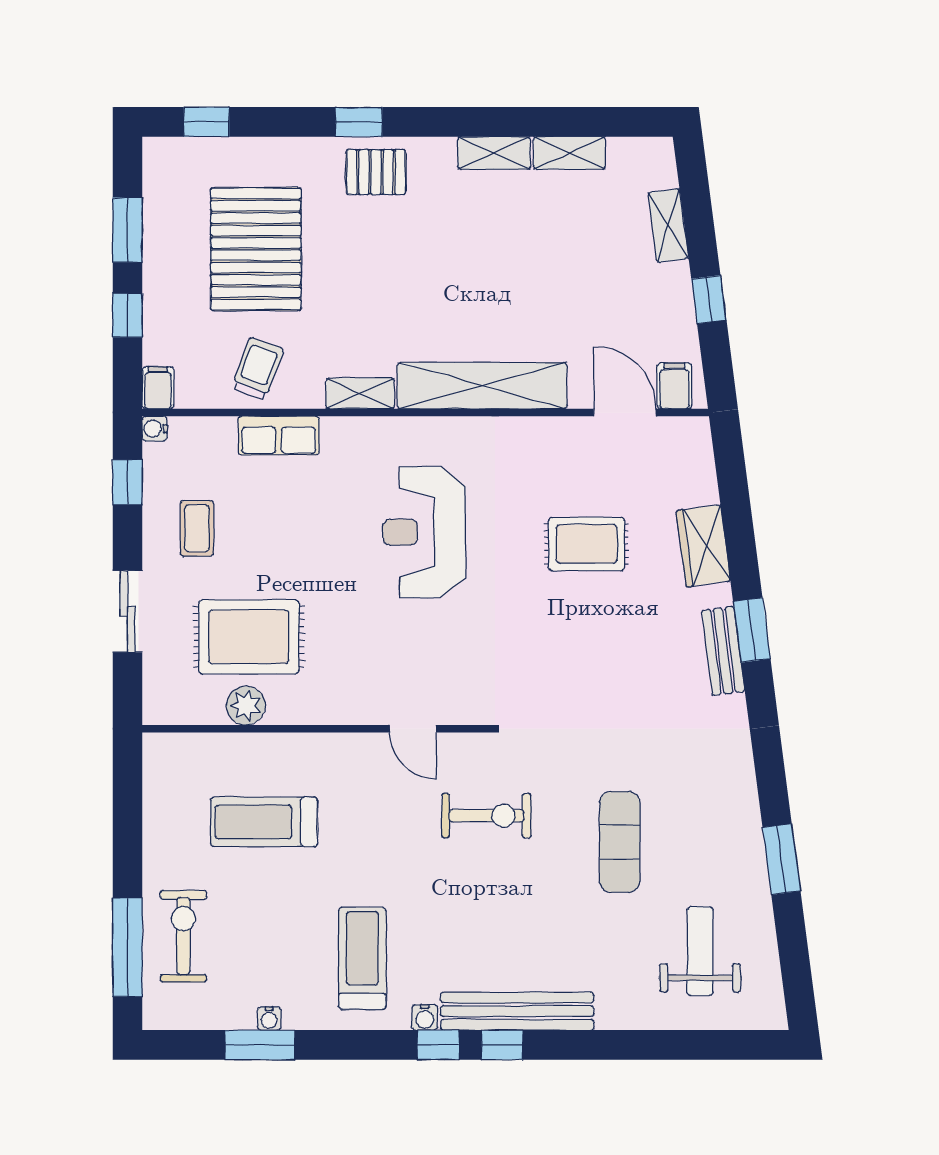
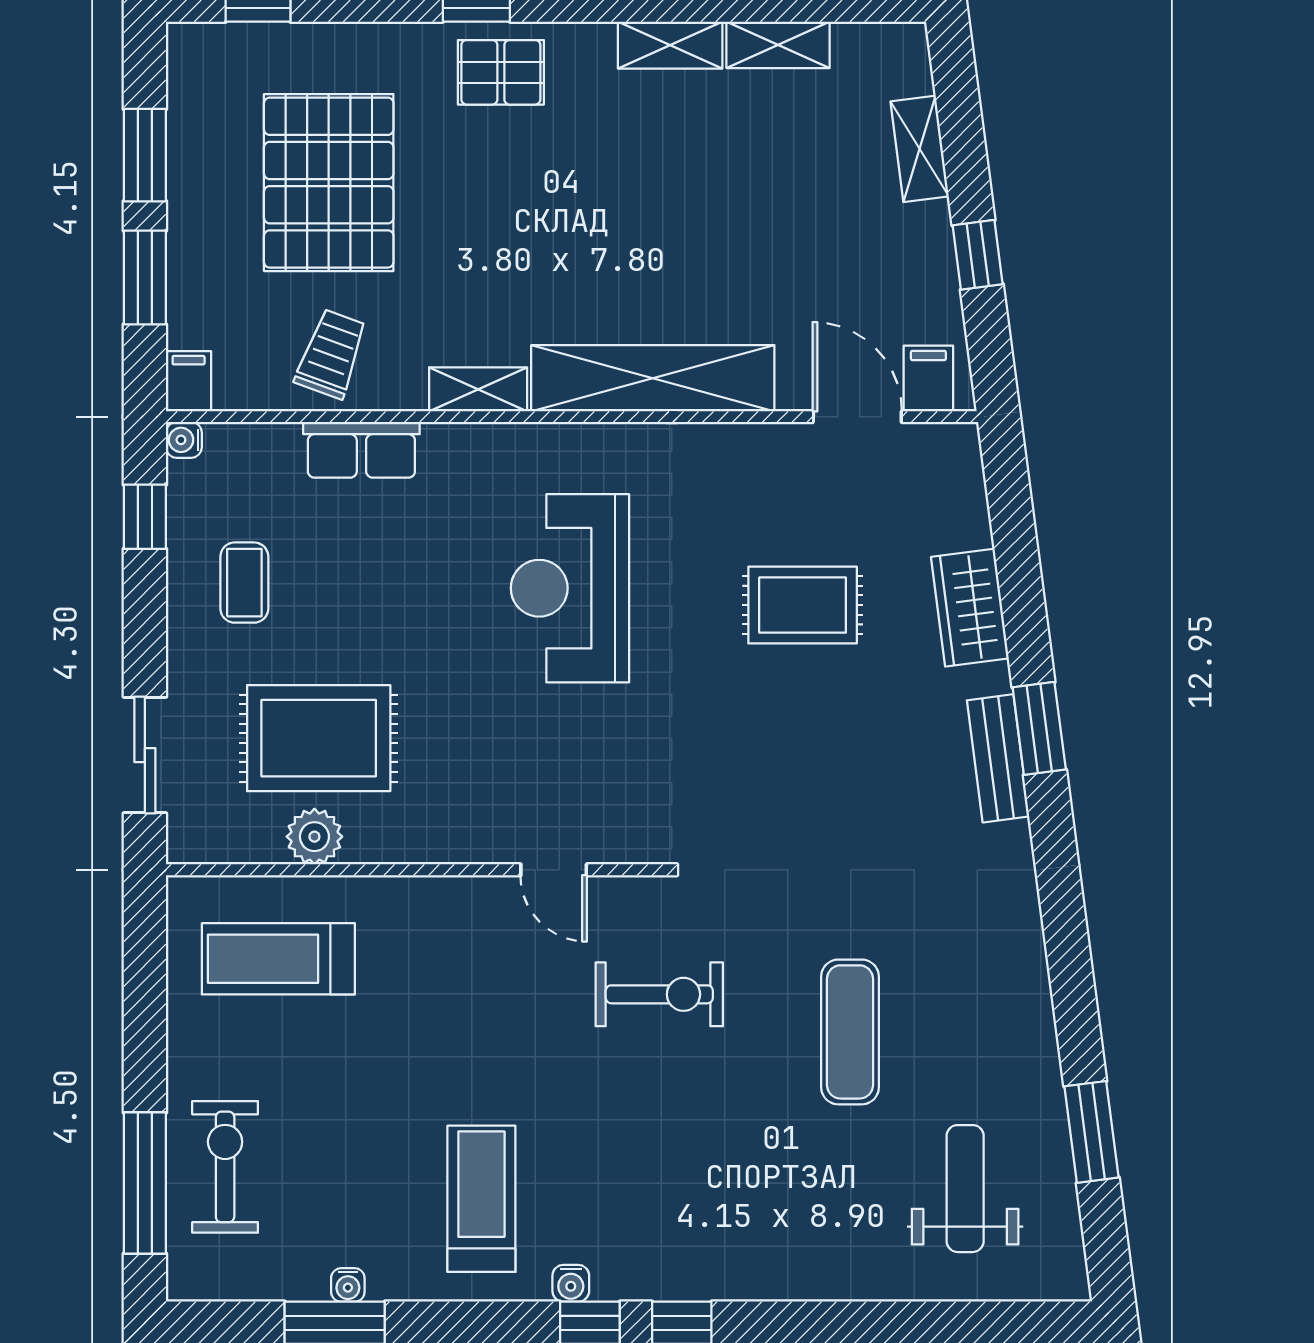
window: (127, 315) -> (145, 277), width x1.50
sliding door: (127, 611) -> (145, 755), moved
treadmill: (264, 822) -> (278, 959), moved
window: (782, 859) -> (1092, 1132), moved
bench: (517, 1011) -> (703, 1274), removed

